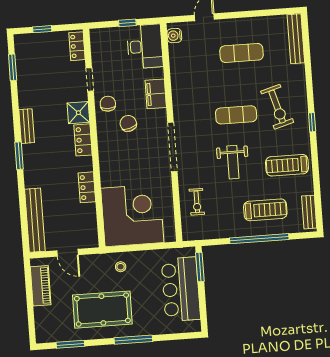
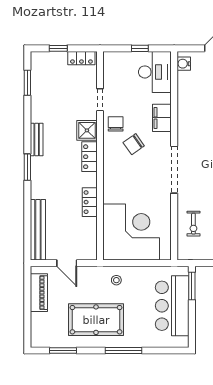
locker: (77, 46) -> (81, 58), moved, turned -90
chair: (128, 123) -> (134, 144), turned -108

